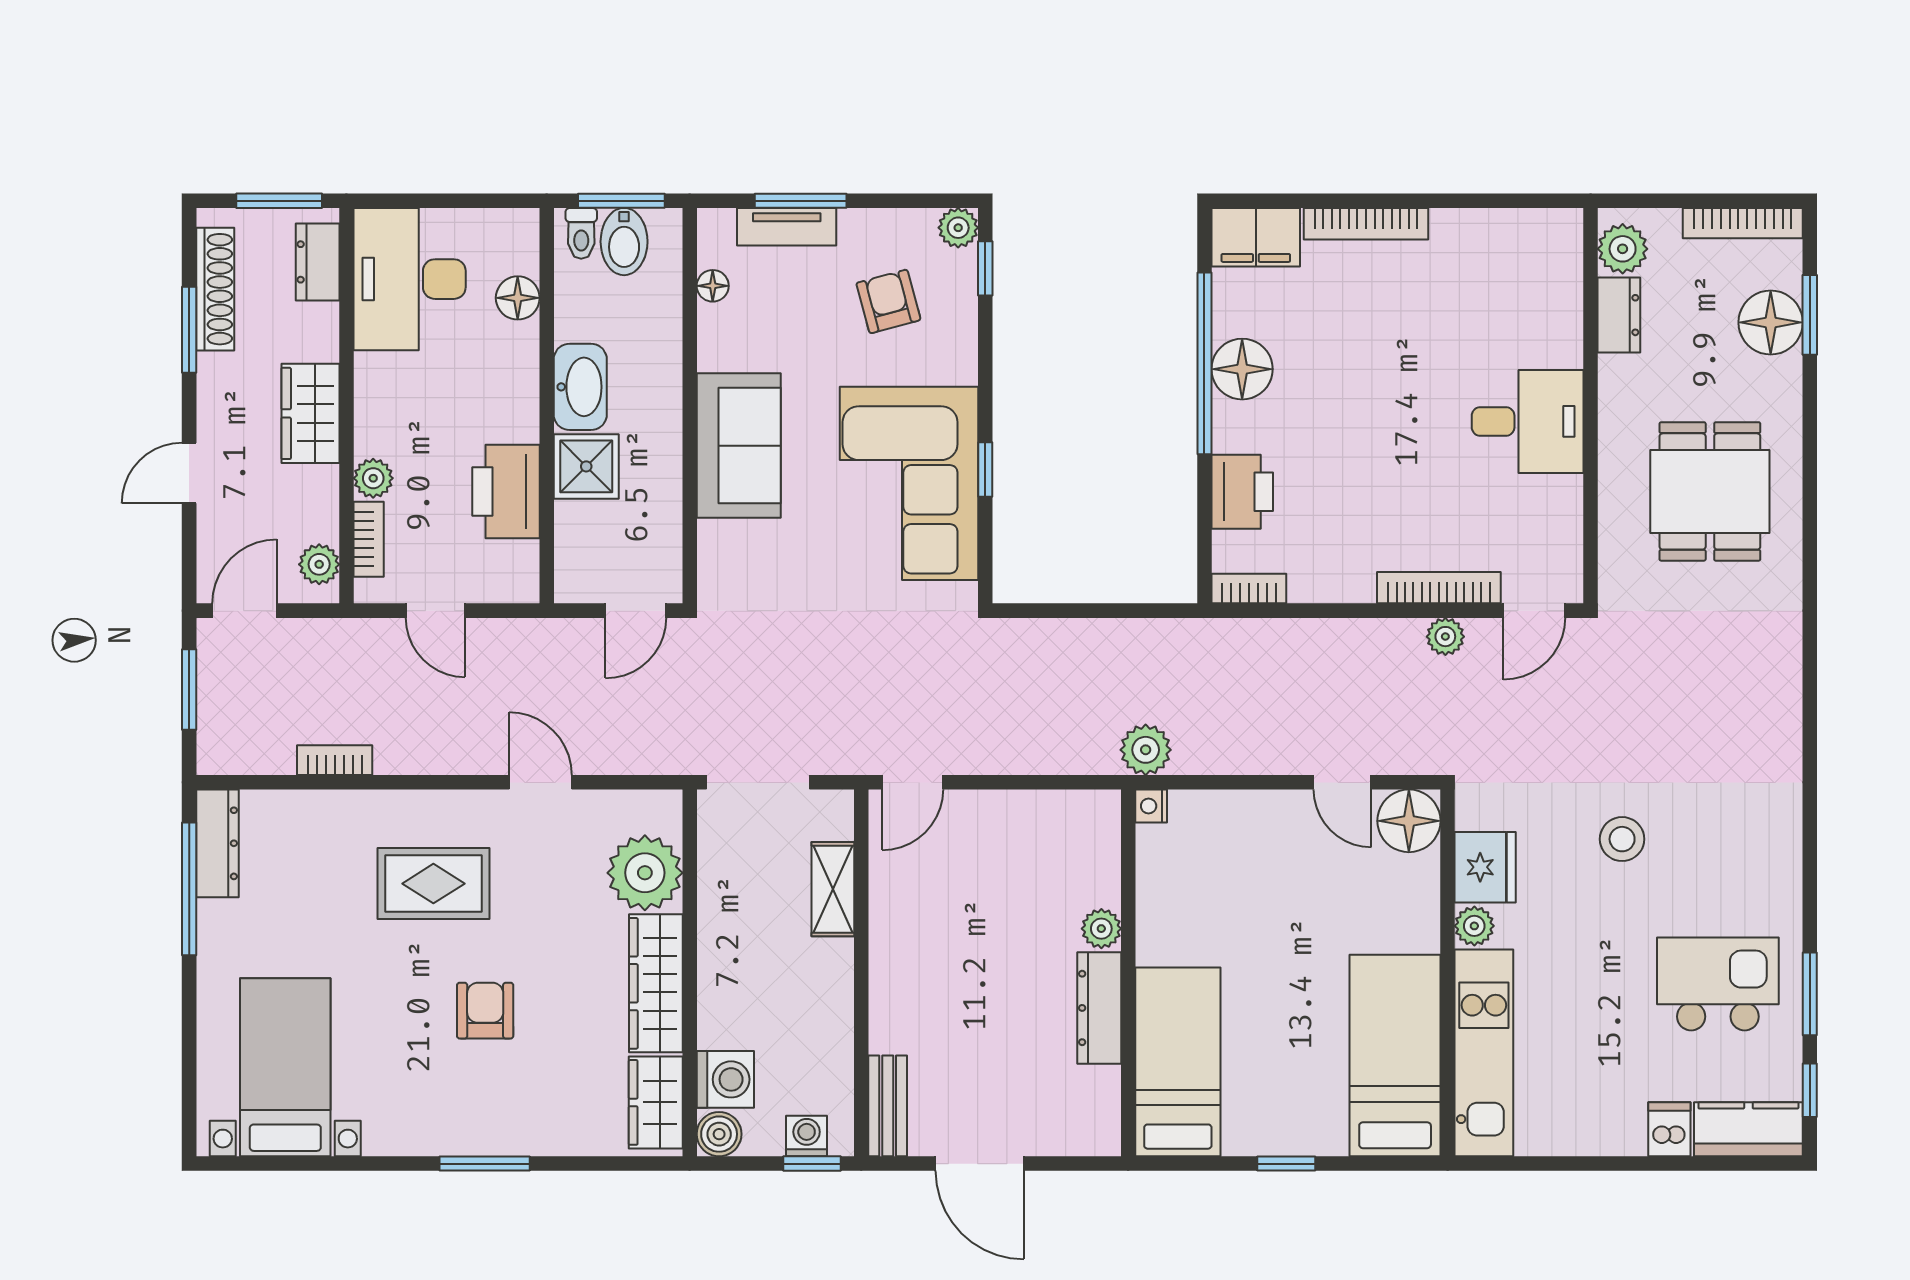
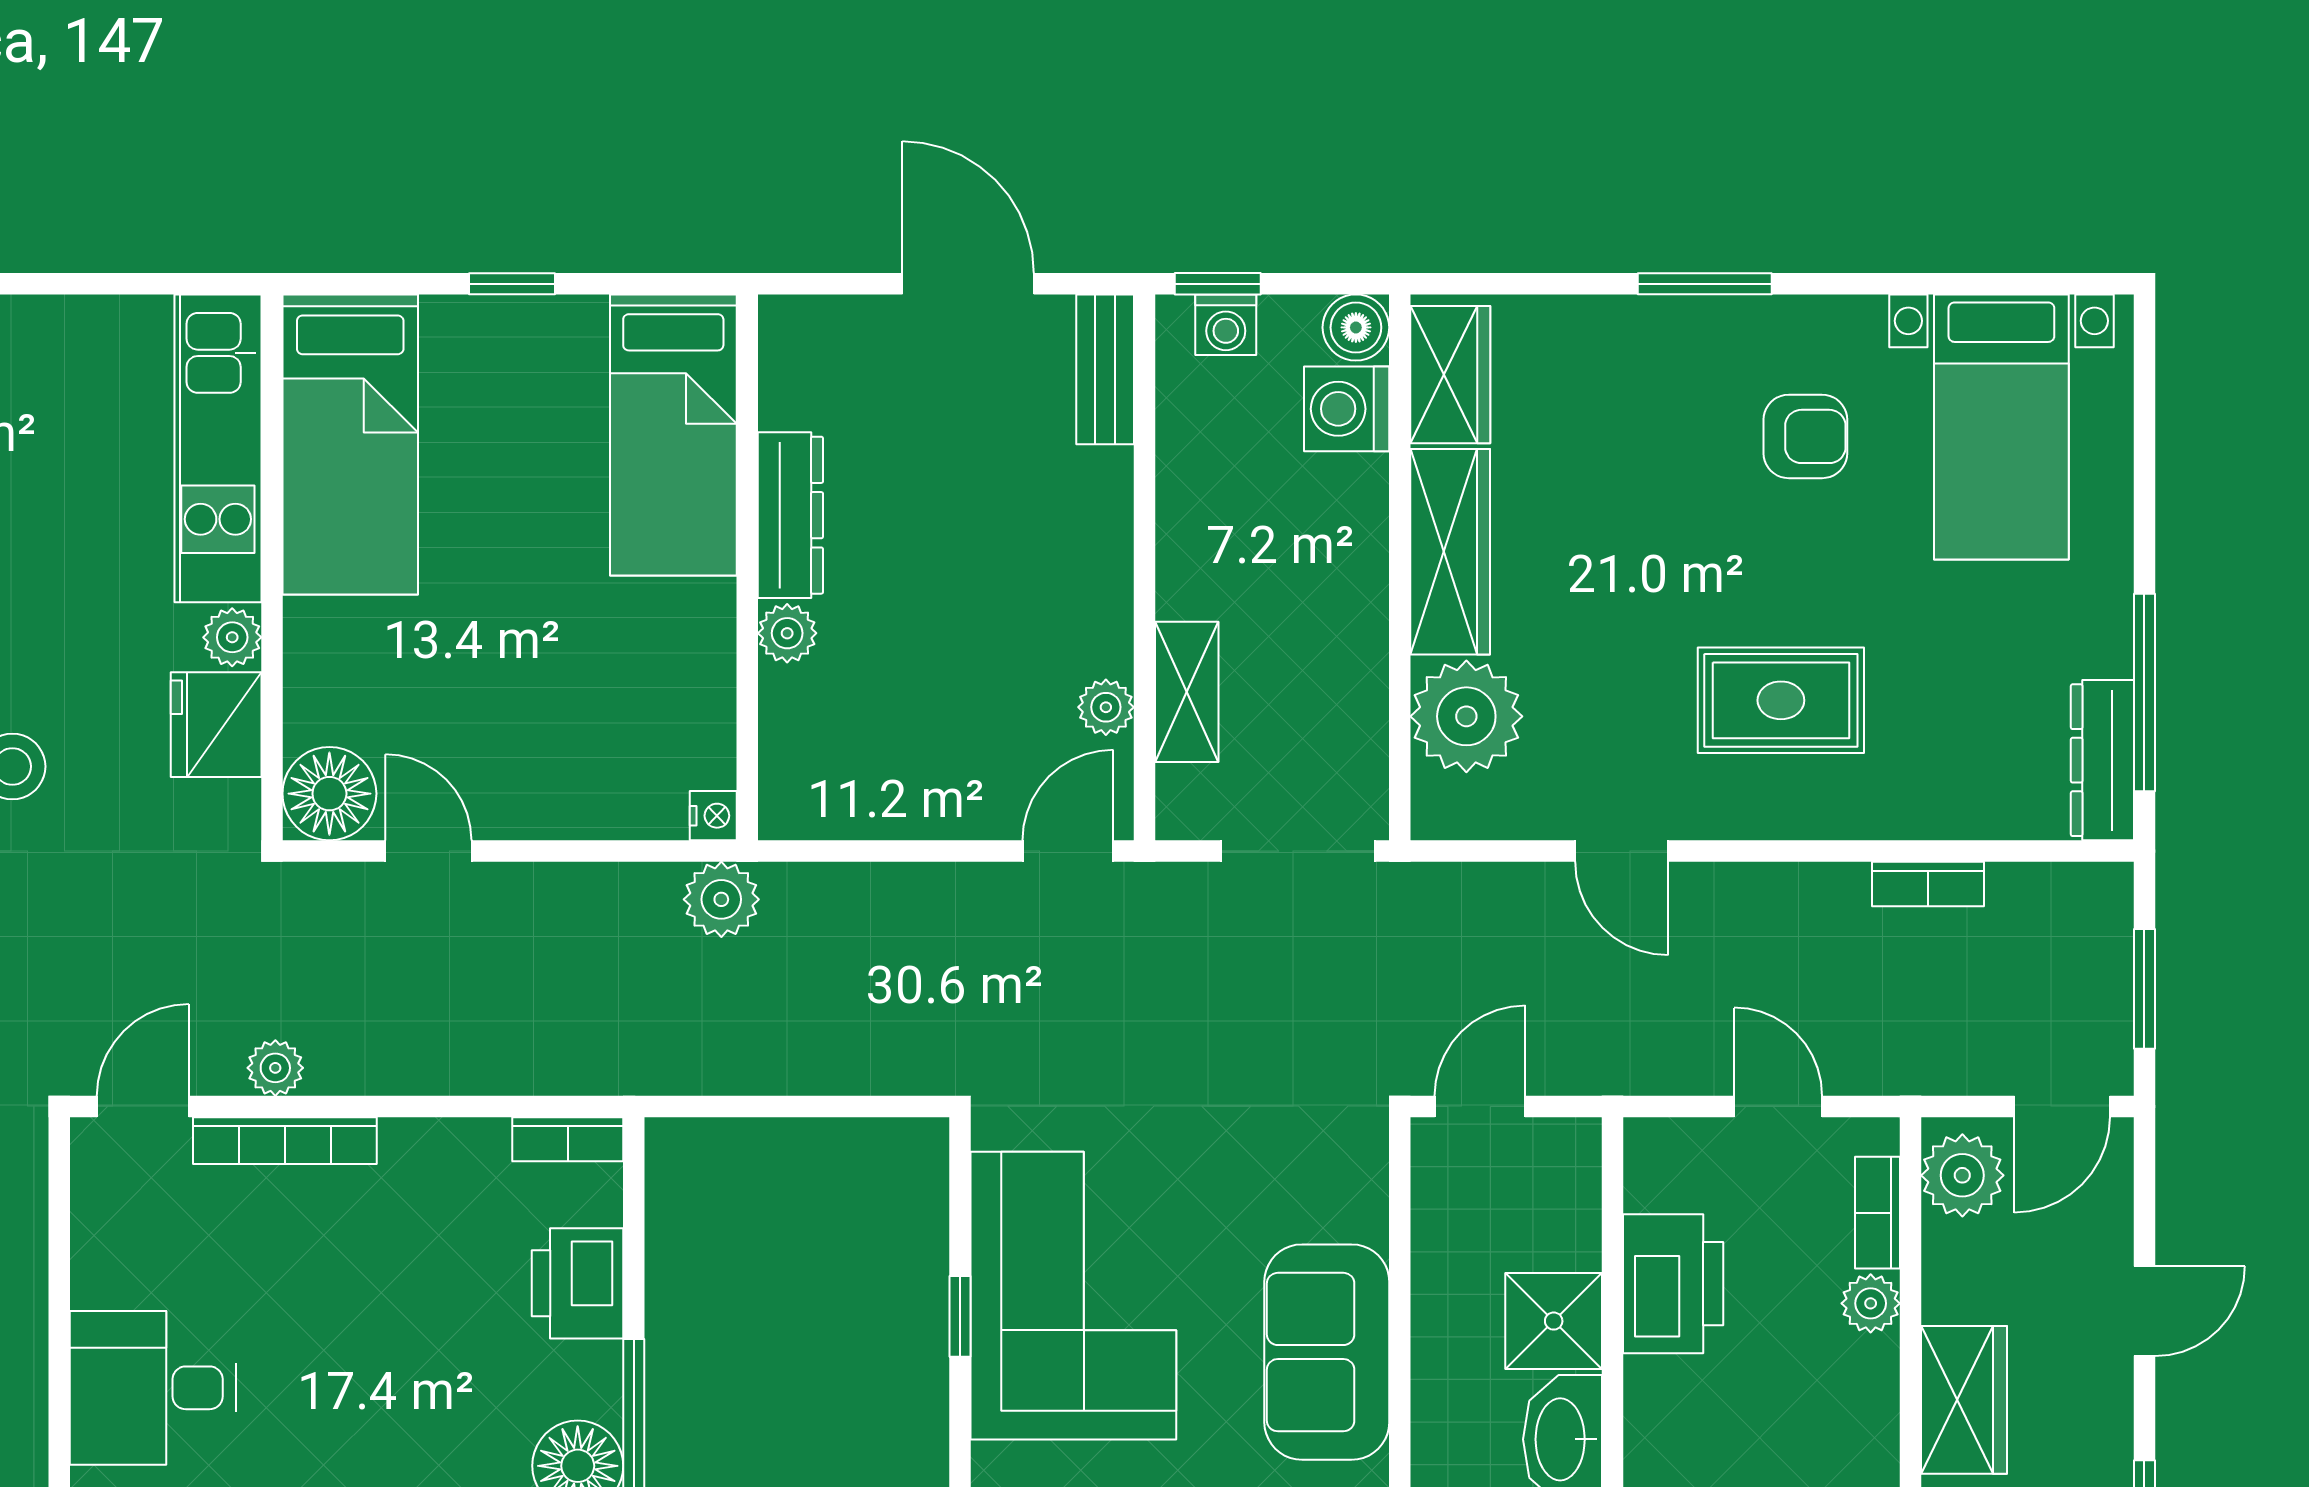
plant: (319, 564) -> (1962, 1175), width x1.38, depth x1.38
plant: (887, 879) -> (1106, 707), added
armchair: (485, 1011) -> (1805, 436), moved, turned -90

